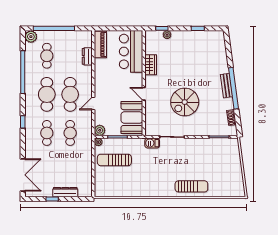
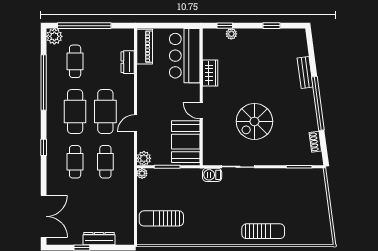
bench: (226, 86) -> (305, 72), moved
sun lounger: (114, 160) -> (161, 218), moved

